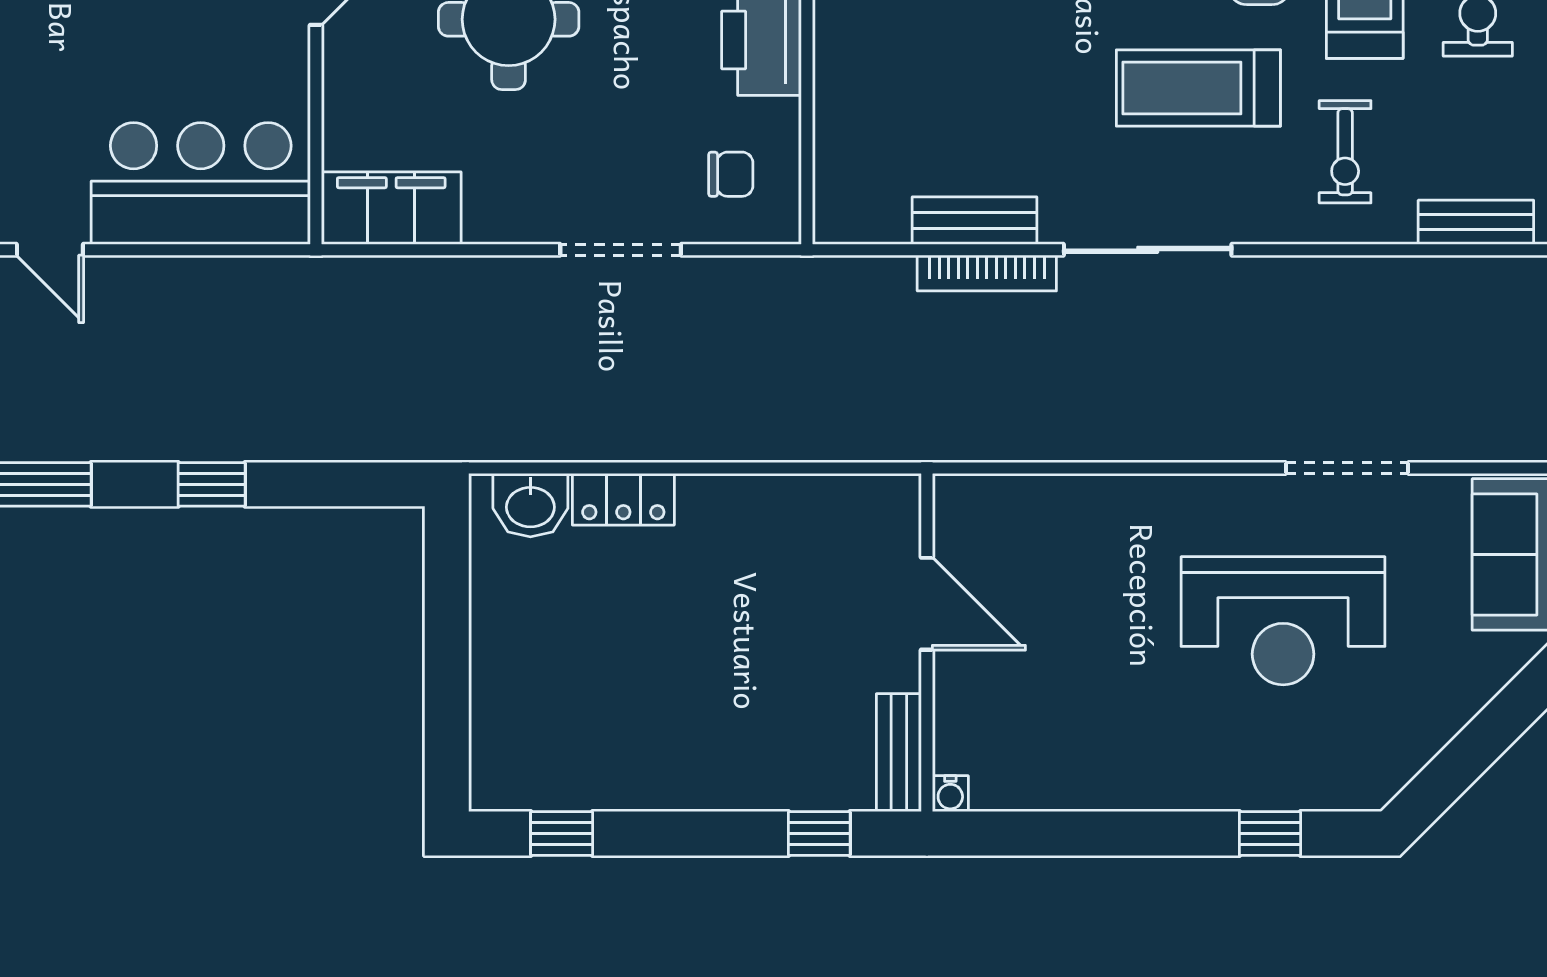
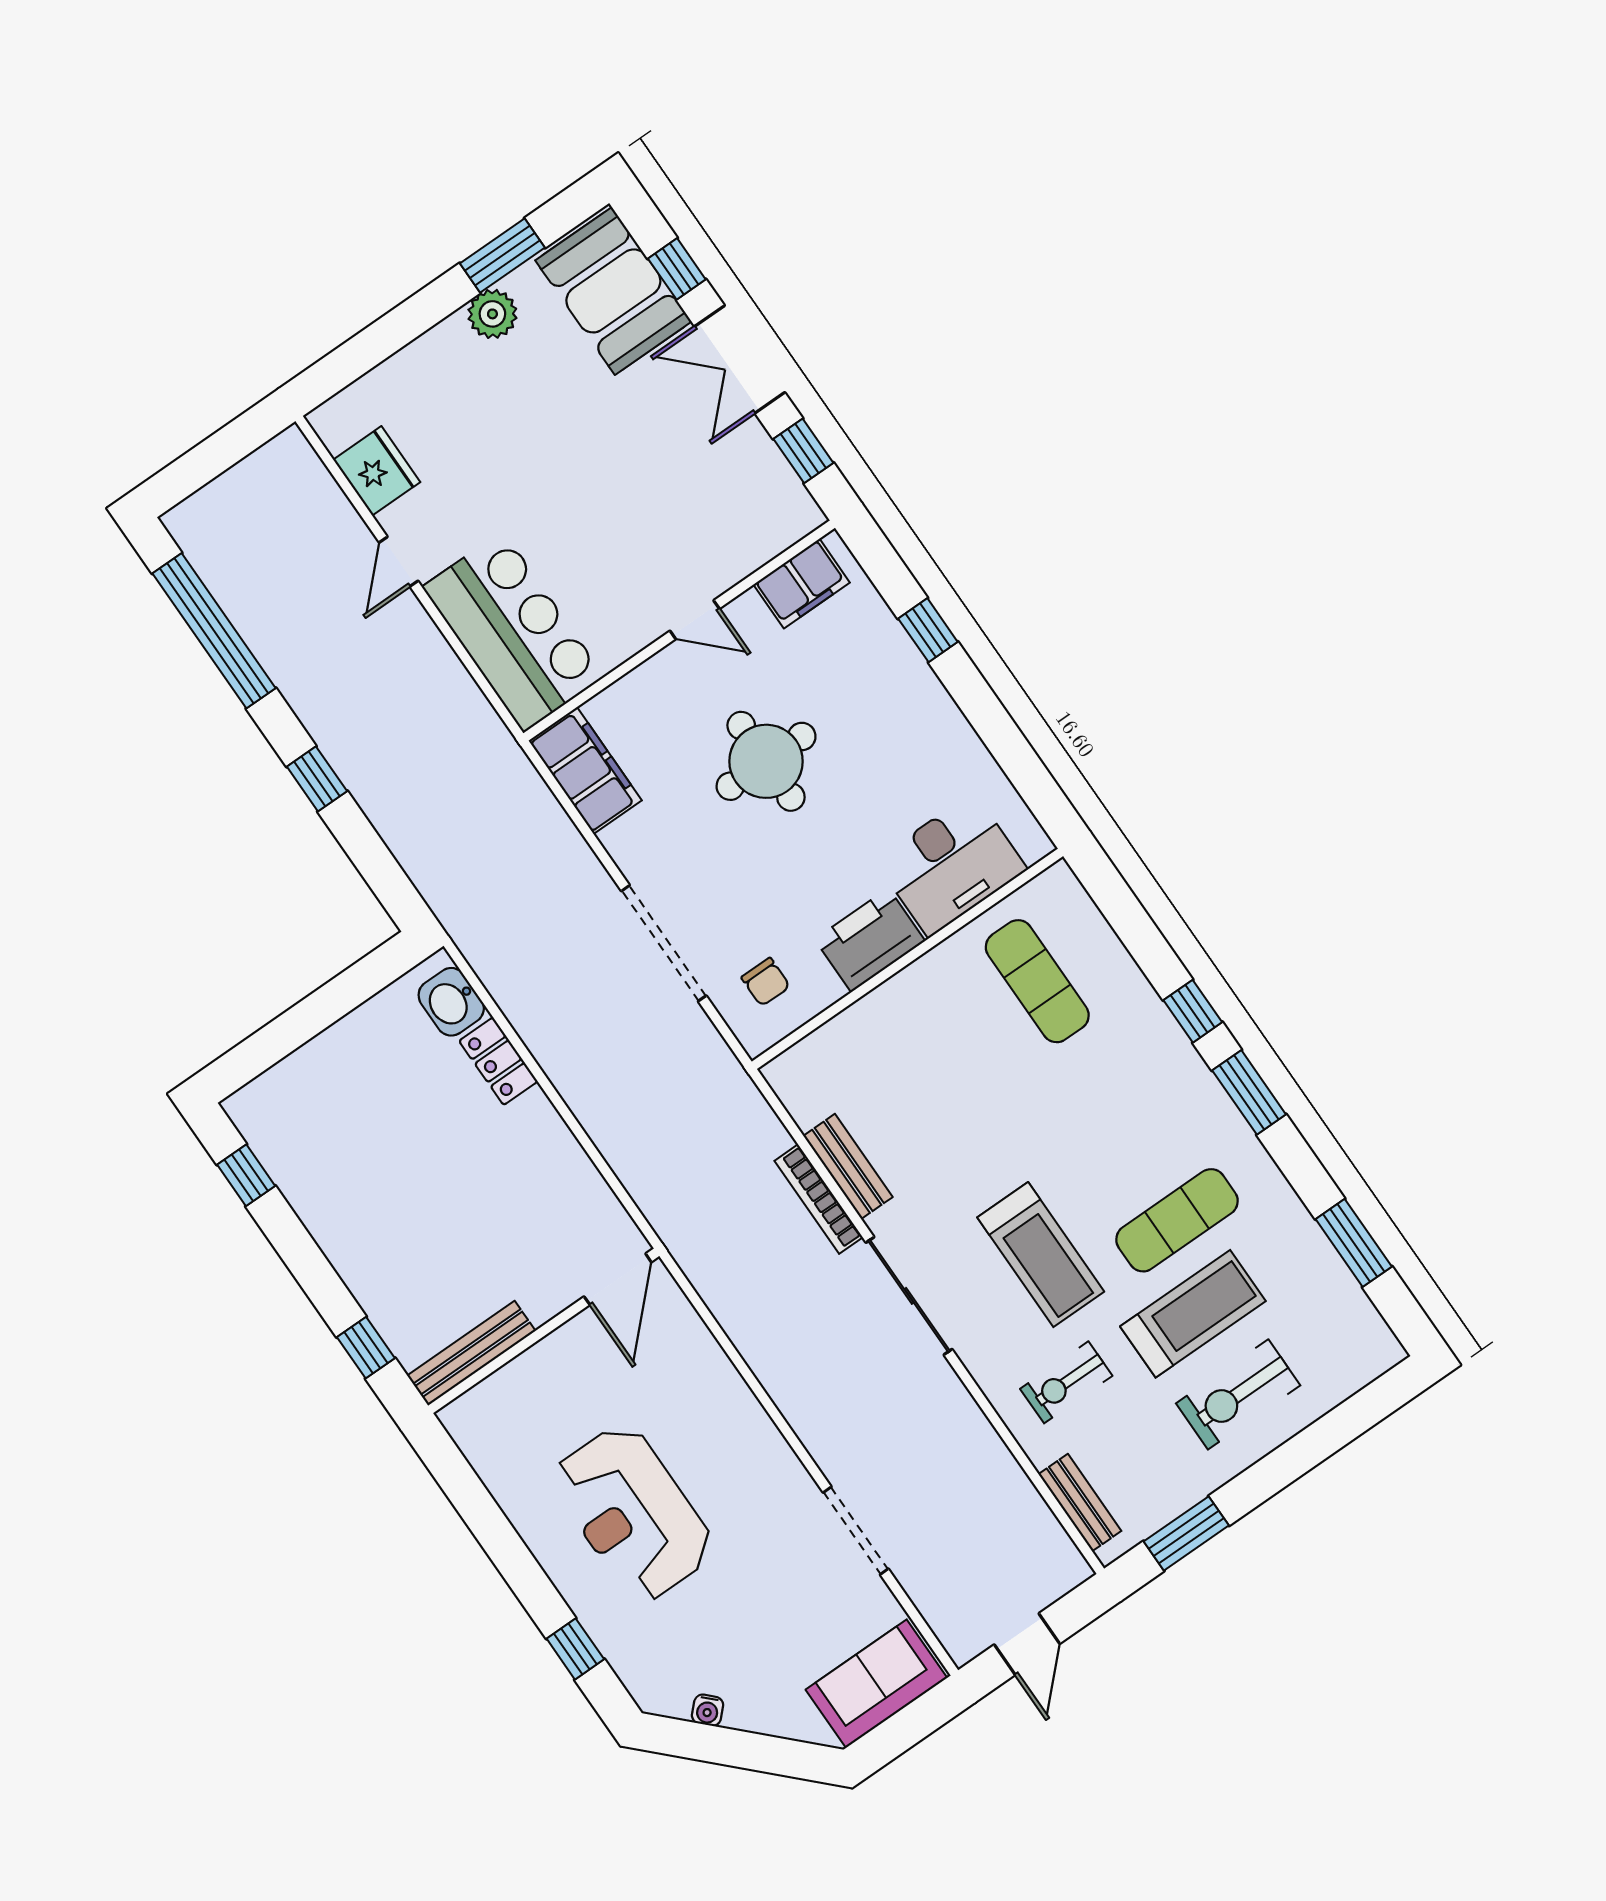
treadmill: (1198, 88) -> (1041, 1255), turned 180
doorway: (621, 250) -> (664, 943), width x1.36
door: (927, 604) -> (618, 1279), moved
reception desk: (1283, 621) -> (633, 1513), moved
bench: (899, 753) -> (471, 1353), width x1.36
water cooler: (950, 794) -> (708, 1710), moved, turned -45

